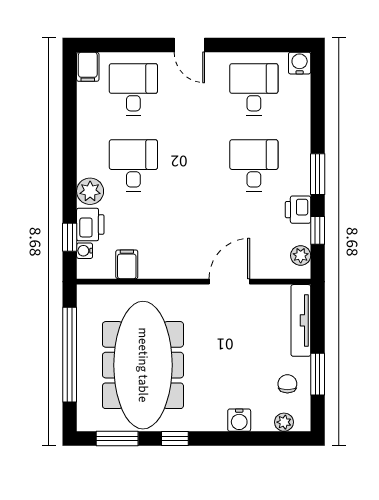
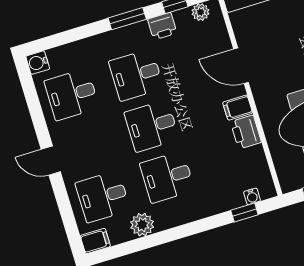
door: (189, 45) -> (51, 161), swing flipped
desk: (194, 165) -> (152, 126), added
plant: (90, 191) -> (142, 225), moved
printer: (90, 225) -> (246, 132), moved, turned -90
filing cabinet: (127, 264) -> (238, 108), moved

